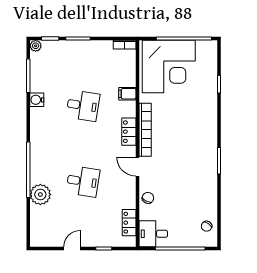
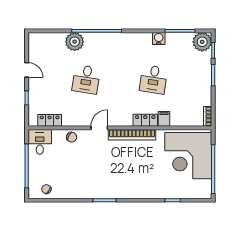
plant: (36, 46) -> (202, 42), width x1.88, depth x1.88
locker: (129, 132) -> (145, 120), moved

